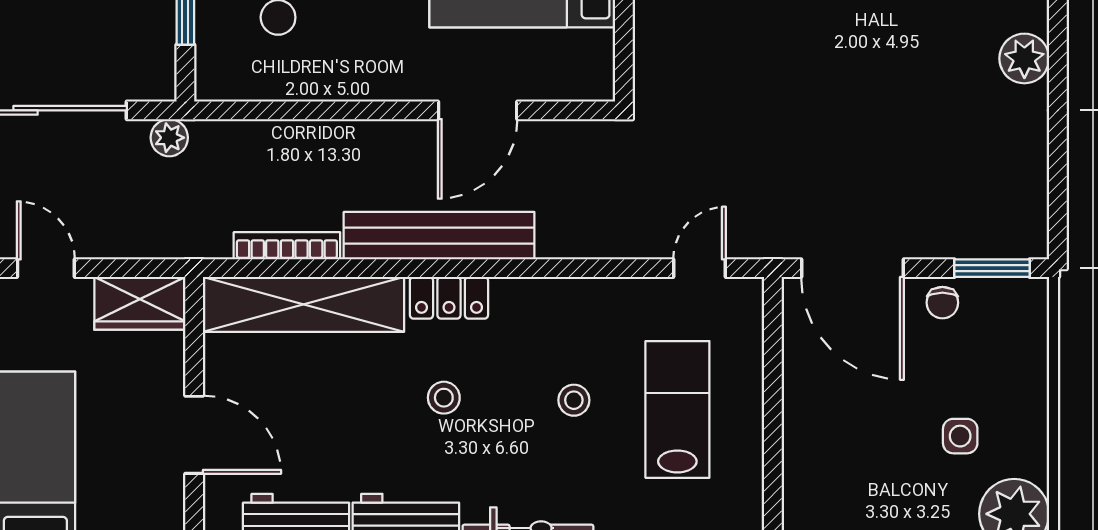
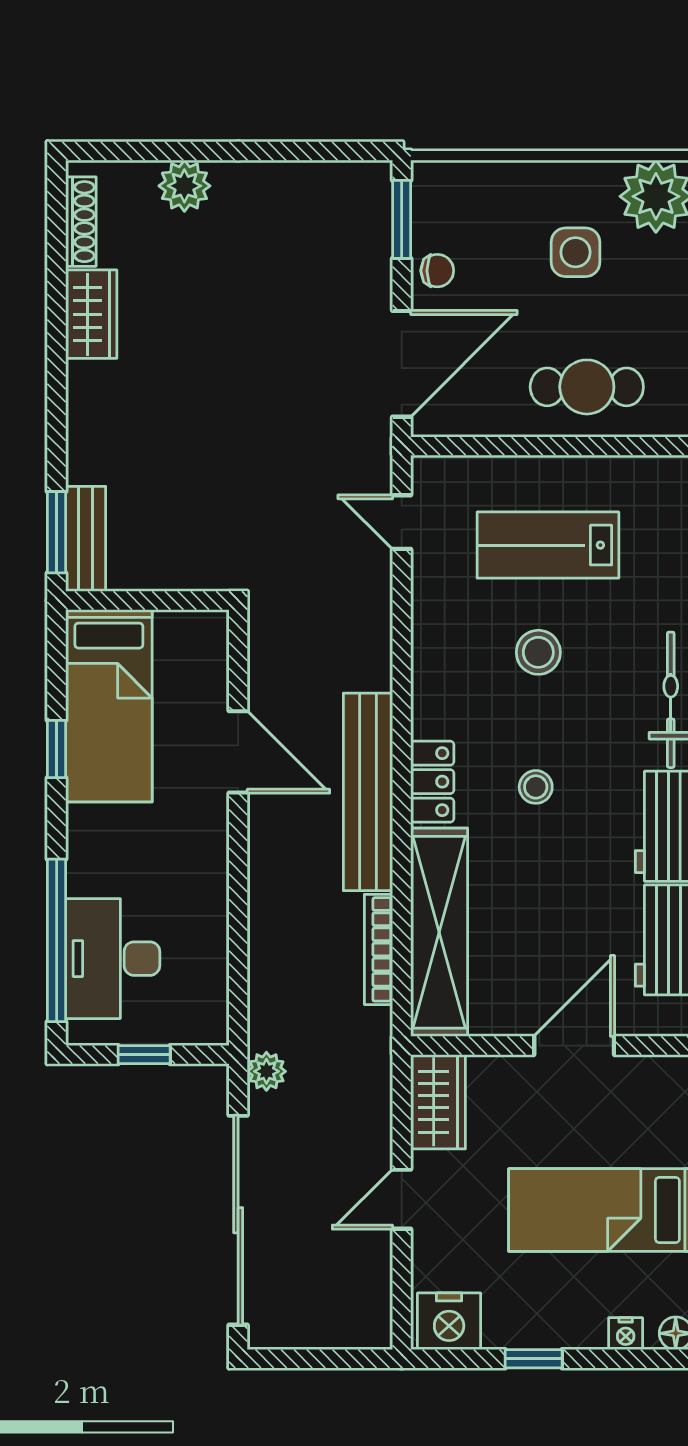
stool: (574, 400) -> (538, 652), width x1.37, depth x1.37
side table: (960, 436) -> (575, 252), width x1.37, depth x1.37
cafe table: (830, 447) -> (587, 387), added

